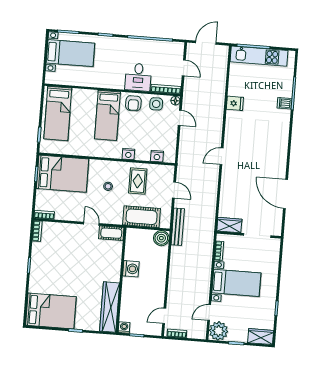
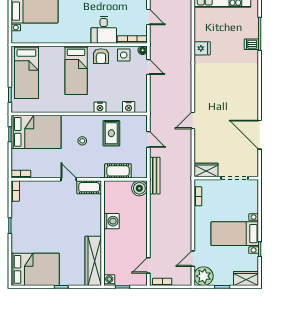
door: (221, 156) -> (193, 121), moved
cot: (142, 217) -> (118, 171), width x0.73, depth x0.75
bed with nightstands: (236, 283) -> (235, 234), moved, turned 180

